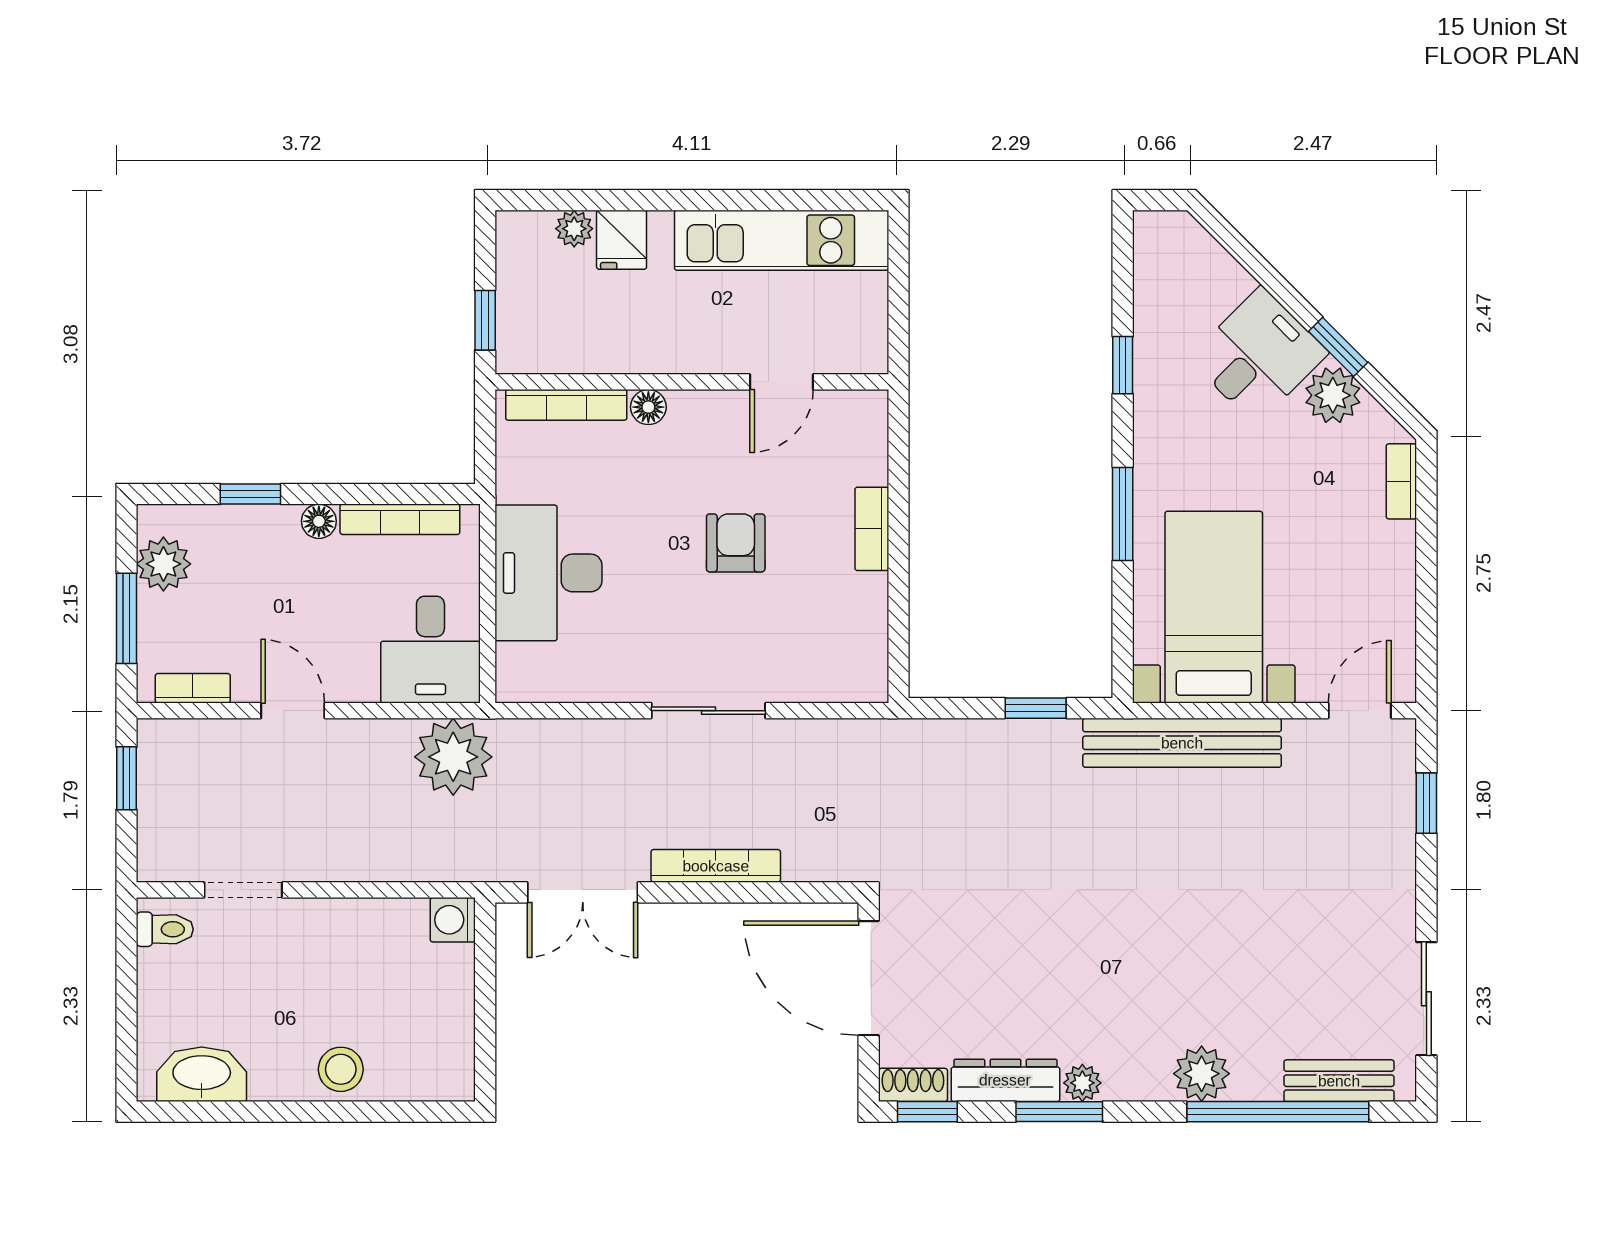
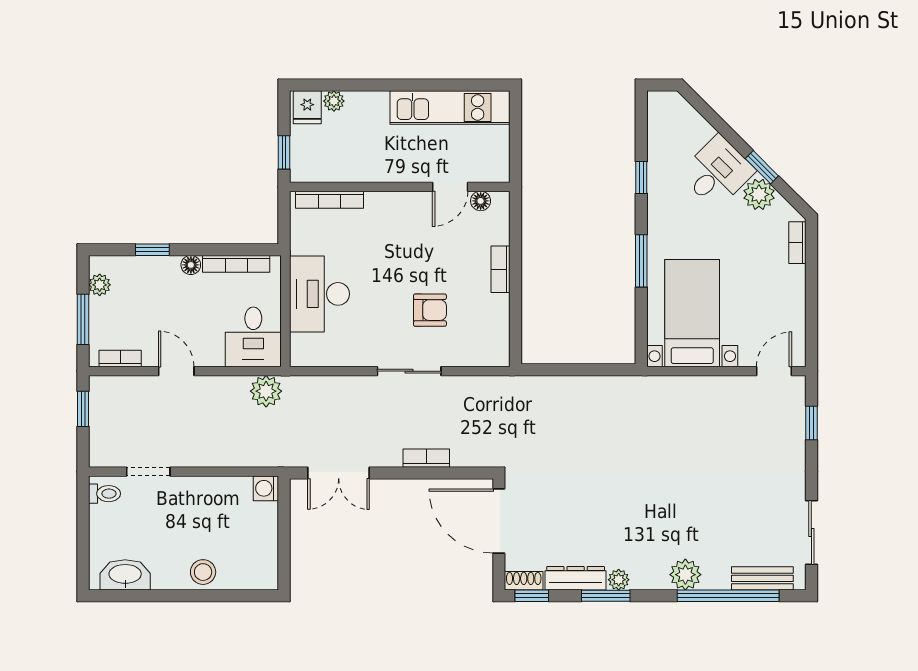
fridge: (622, 240) -> (307, 107), moved
floor lamp: (648, 407) -> (481, 201), moved
armchair: (736, 543) -> (430, 310), moved, turned 90
plant: (163, 564) -> (100, 285), width x0.73, depth x0.73
window: (1036, 708) -> (592, 370), removed
bench: (1182, 743) -> (674, 389), removed
plant: (453, 757) -> (266, 391), width x0.73, depth x0.73
bookcase: (716, 866) -> (426, 458), width x0.64

